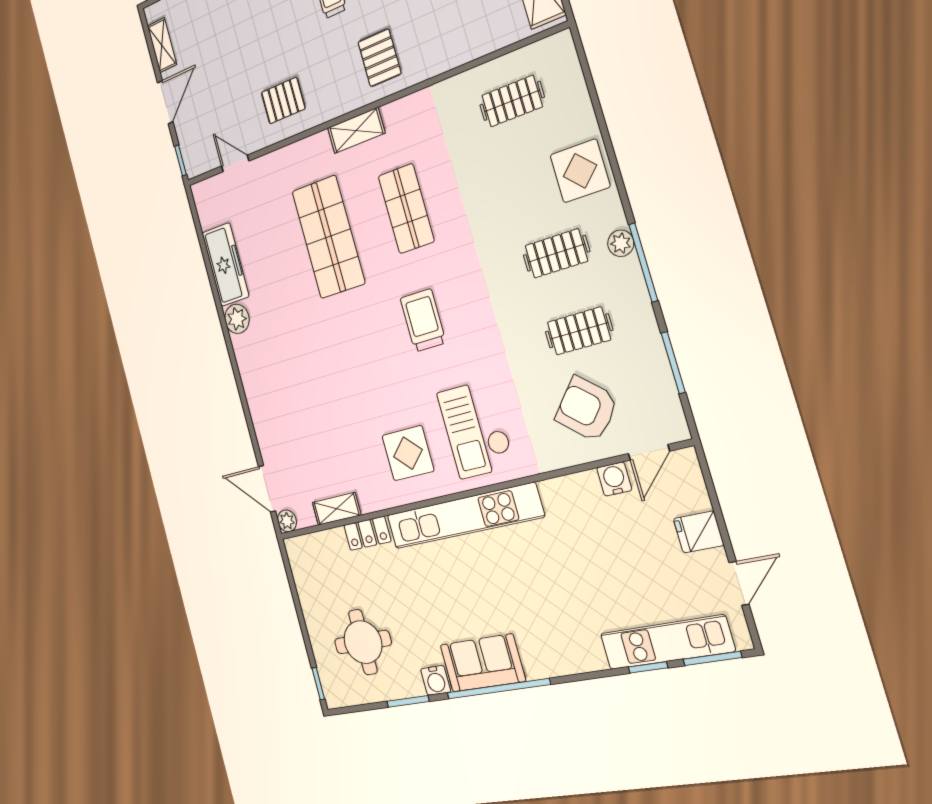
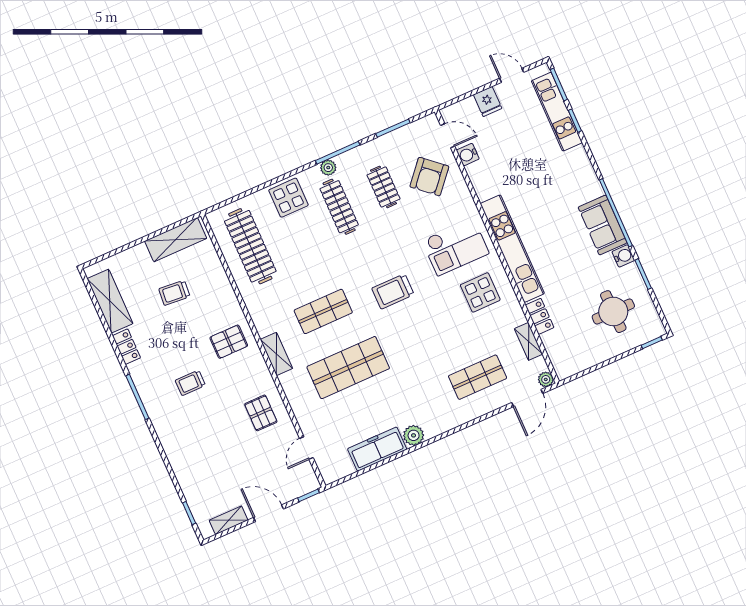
clothes rail: (512, 101) -> (250, 246), width x1.86, depth x1.31
clothes rail: (556, 253) -> (339, 207), width x1.36
shop shelf: (299, 424) -> (478, 377), added

